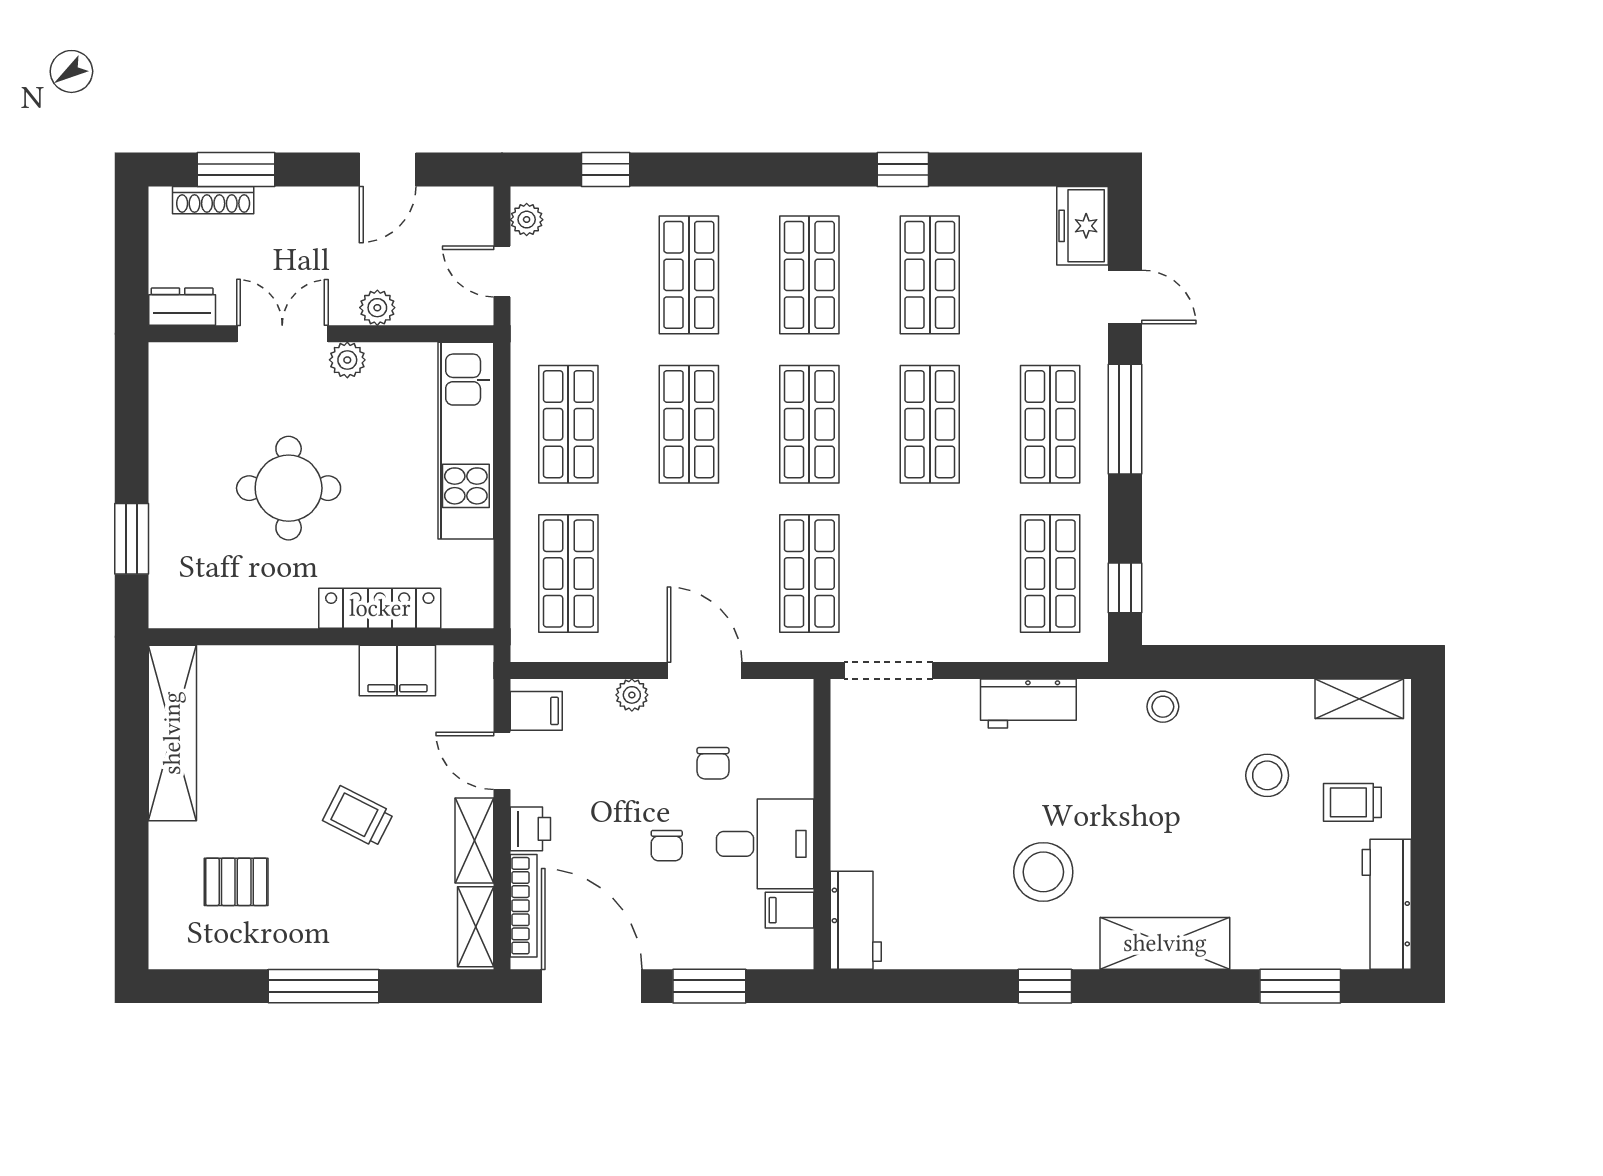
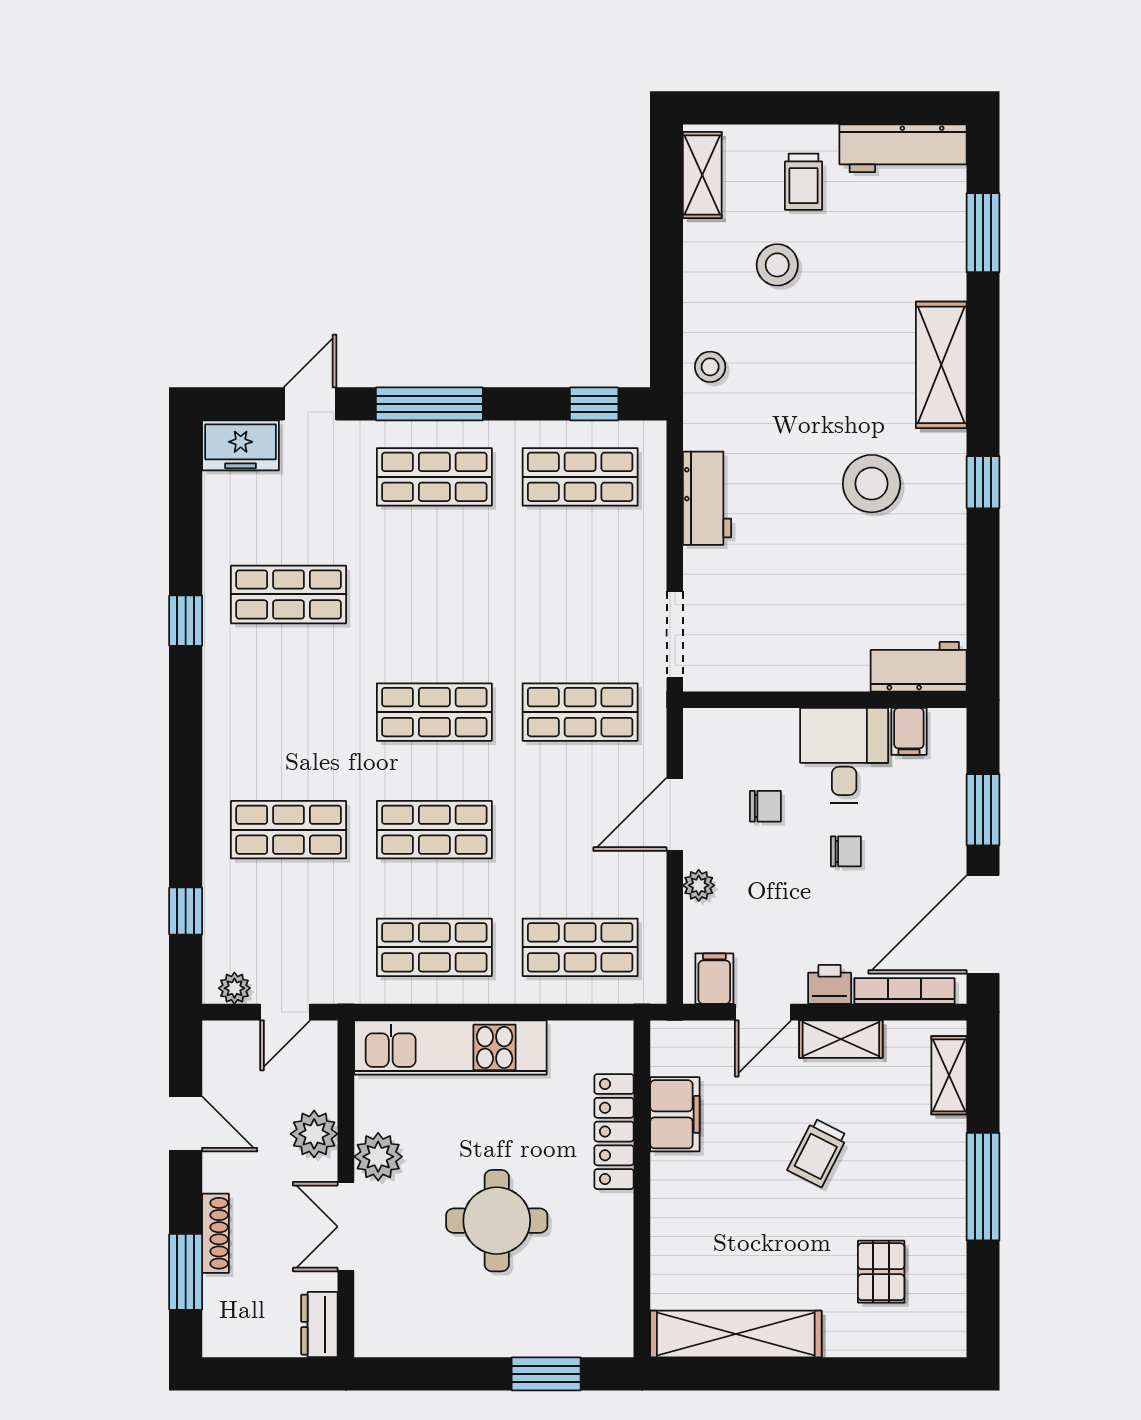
shoe rack: (213, 200) -> (216, 1233), moved
shop shelf: (809, 275) -> (289, 712), removed
plant: (377, 308) -> (314, 1134), width x1.38, depth x1.38
plant: (347, 360) -> (378, 1157), width x1.38, depth x1.38
shop shelf: (930, 424) -> (434, 594), removed
shelving: (476, 927) -> (949, 1075), moved, turned 90

